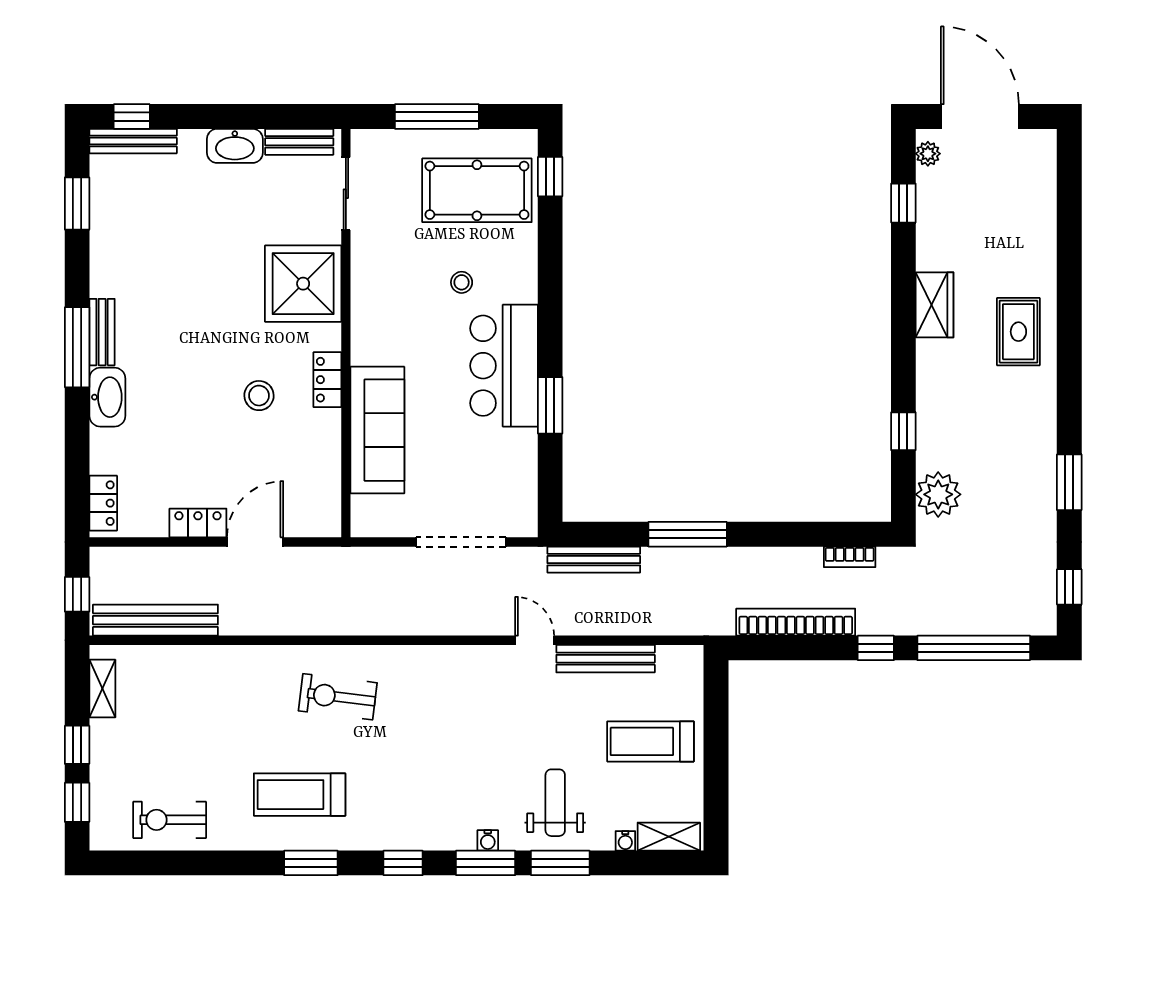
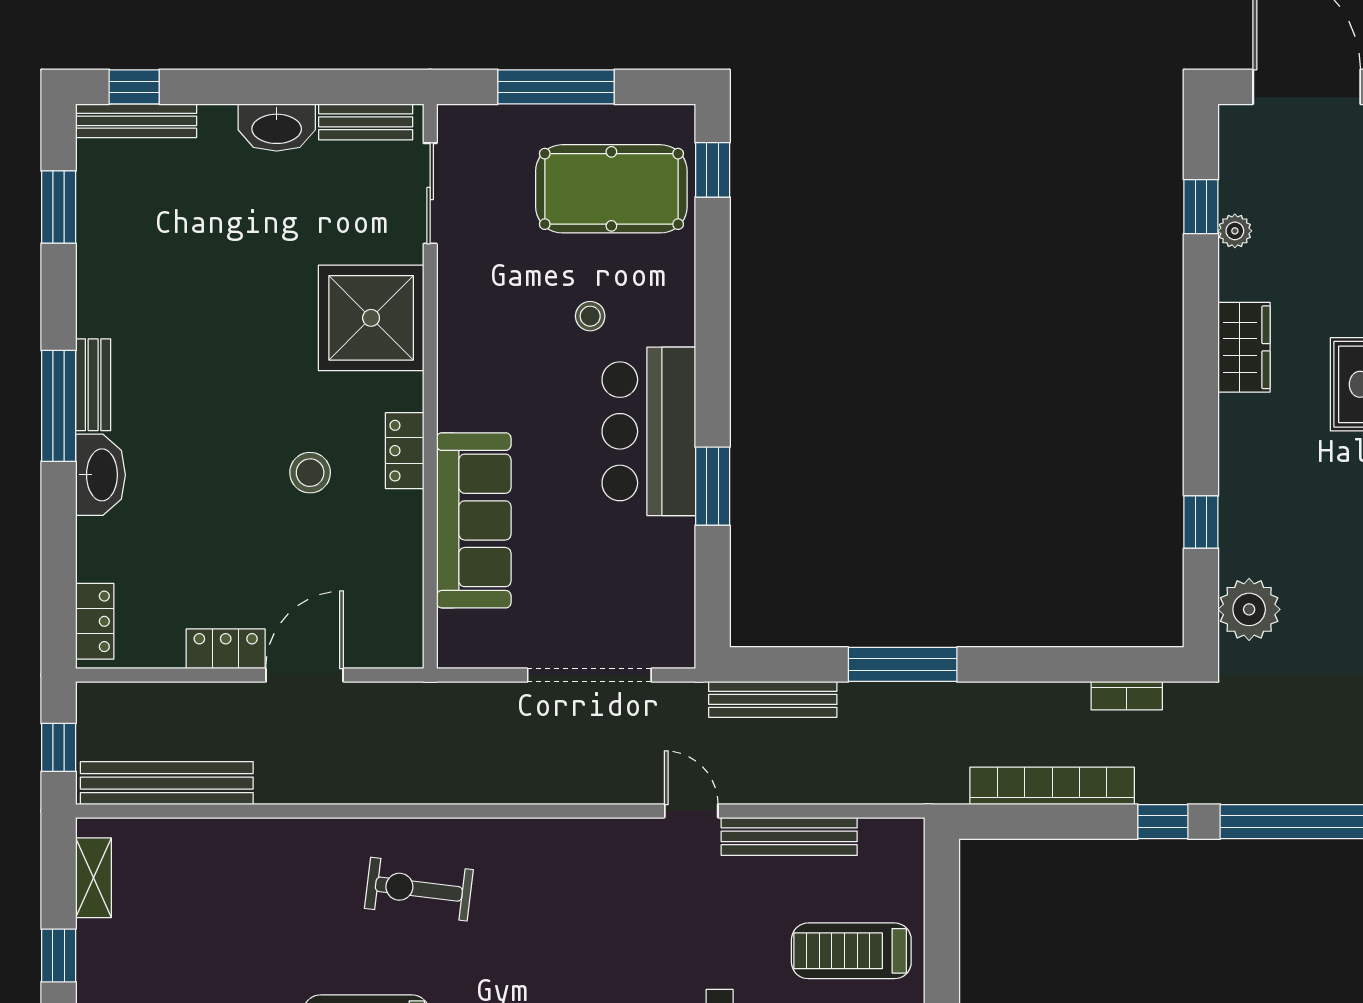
plant: (928, 154) -> (1235, 231), moved

